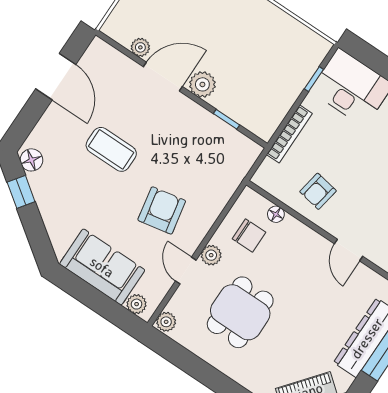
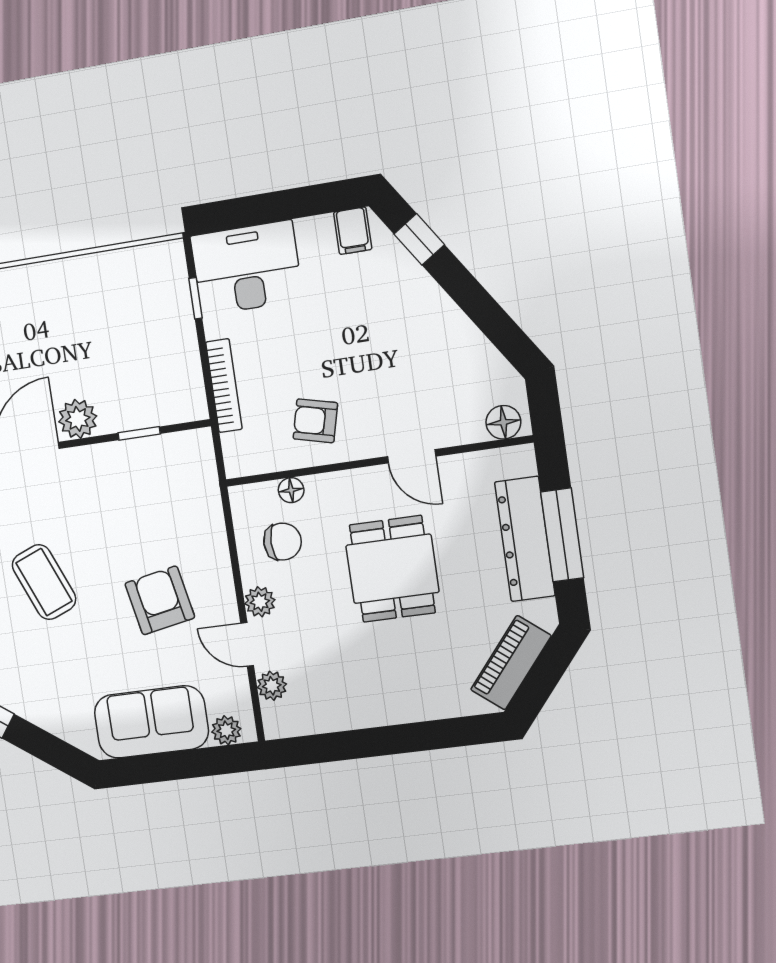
coffee table: (111, 149) -> (44, 582), turned 68
armchair: (318, 191) -> (315, 421), turned 94
dining table: (240, 312) -> (392, 569), moved
plant: (166, 322) -> (272, 686), moved

